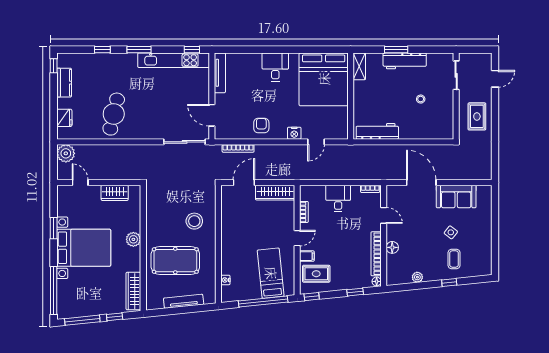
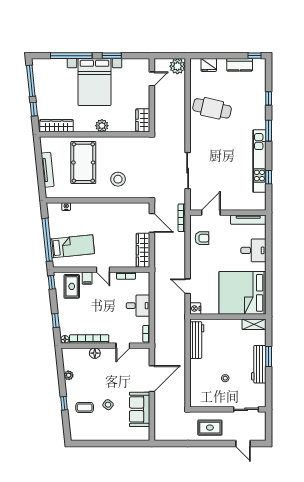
tv unit: (220, 73) -> (248, 220), moved
wall: (212, 96) -> (228, 213), moved
door: (212, 115) -> (211, 213), moved
nightstand: (294, 133) -> (195, 308), moved
wardrobe: (115, 193) -> (143, 120), moved
window: (54, 291) -> (71, 56), moved

